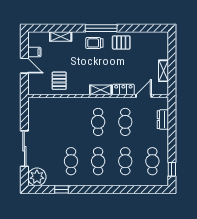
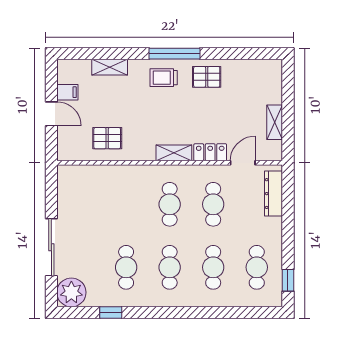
pallet: (59, 81) -> (107, 138), turned 90
dresser: (163, 120) -> (274, 194), width x1.44

